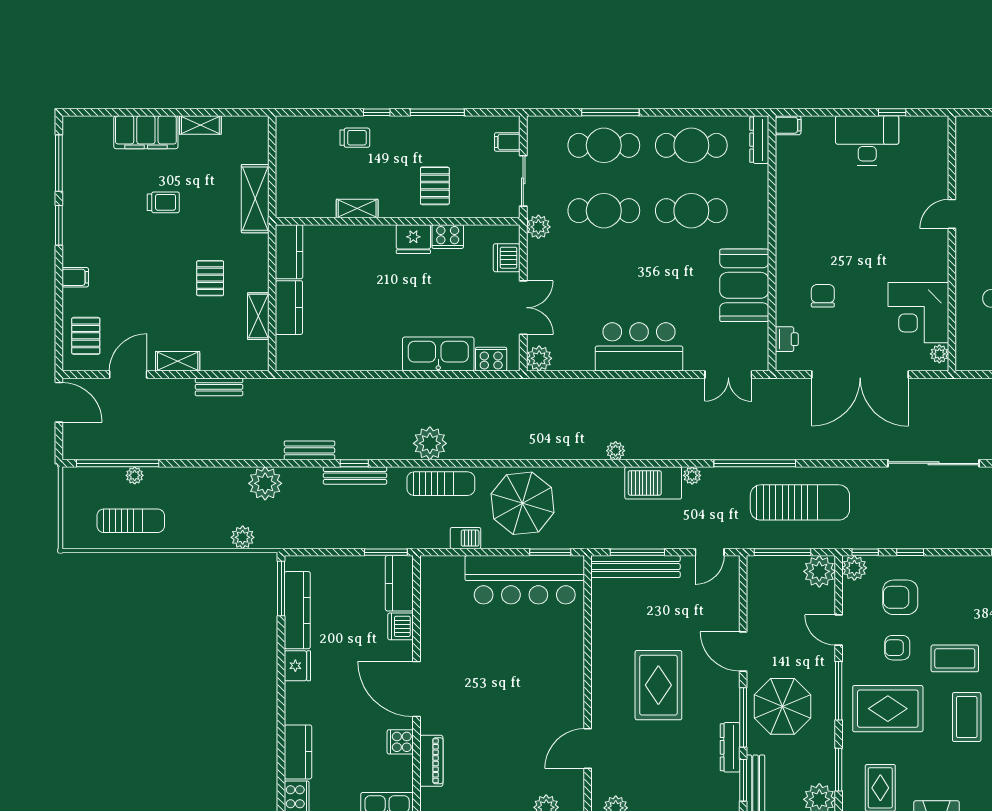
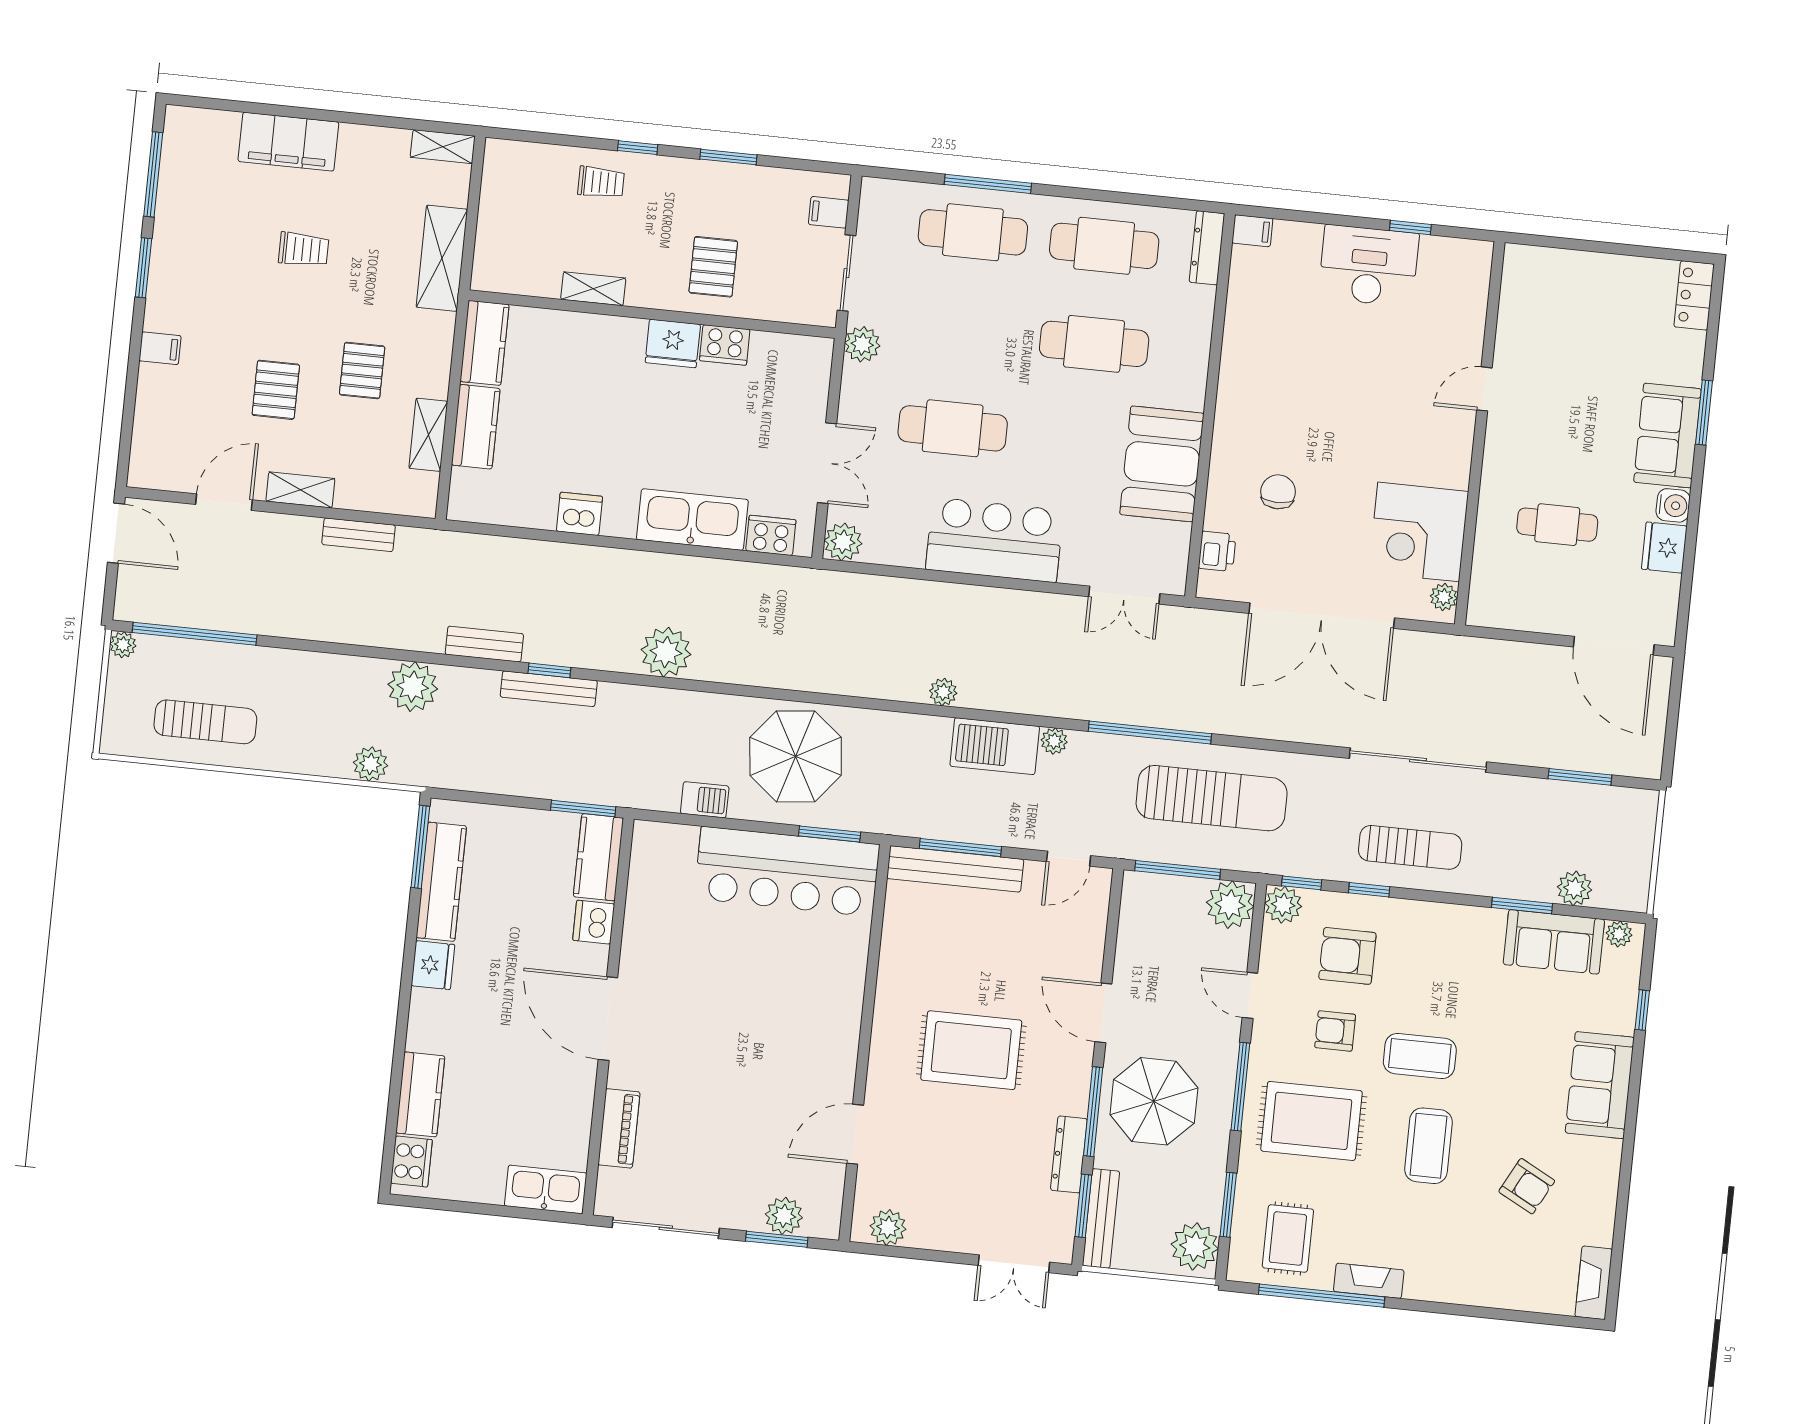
window: (437, 112) -> (728, 157), width x0.69
shelving: (200, 125) -> (443, 147), moved
cafe table: (604, 211) -> (953, 428), moved
dishwasher: (507, 258) -> (580, 514), moved, turned 90
pallet: (86, 336) -> (276, 390), moved
plant: (135, 475) -> (123, 645), moved
sun lounger: (441, 484) -> (1410, 847), moved
rug: (658, 685) -> (971, 1050), turned 90
cooker: (400, 742) -> (575, 1095), removed

